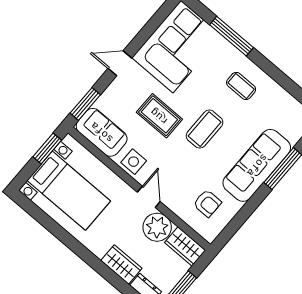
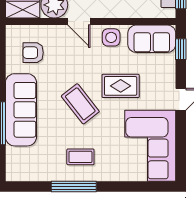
window: (232, 36) -> (74, 187), moved
window: (85, 104) -> (181, 49), width x0.67
coffee table: (205, 129) -> (80, 104), turned -38

